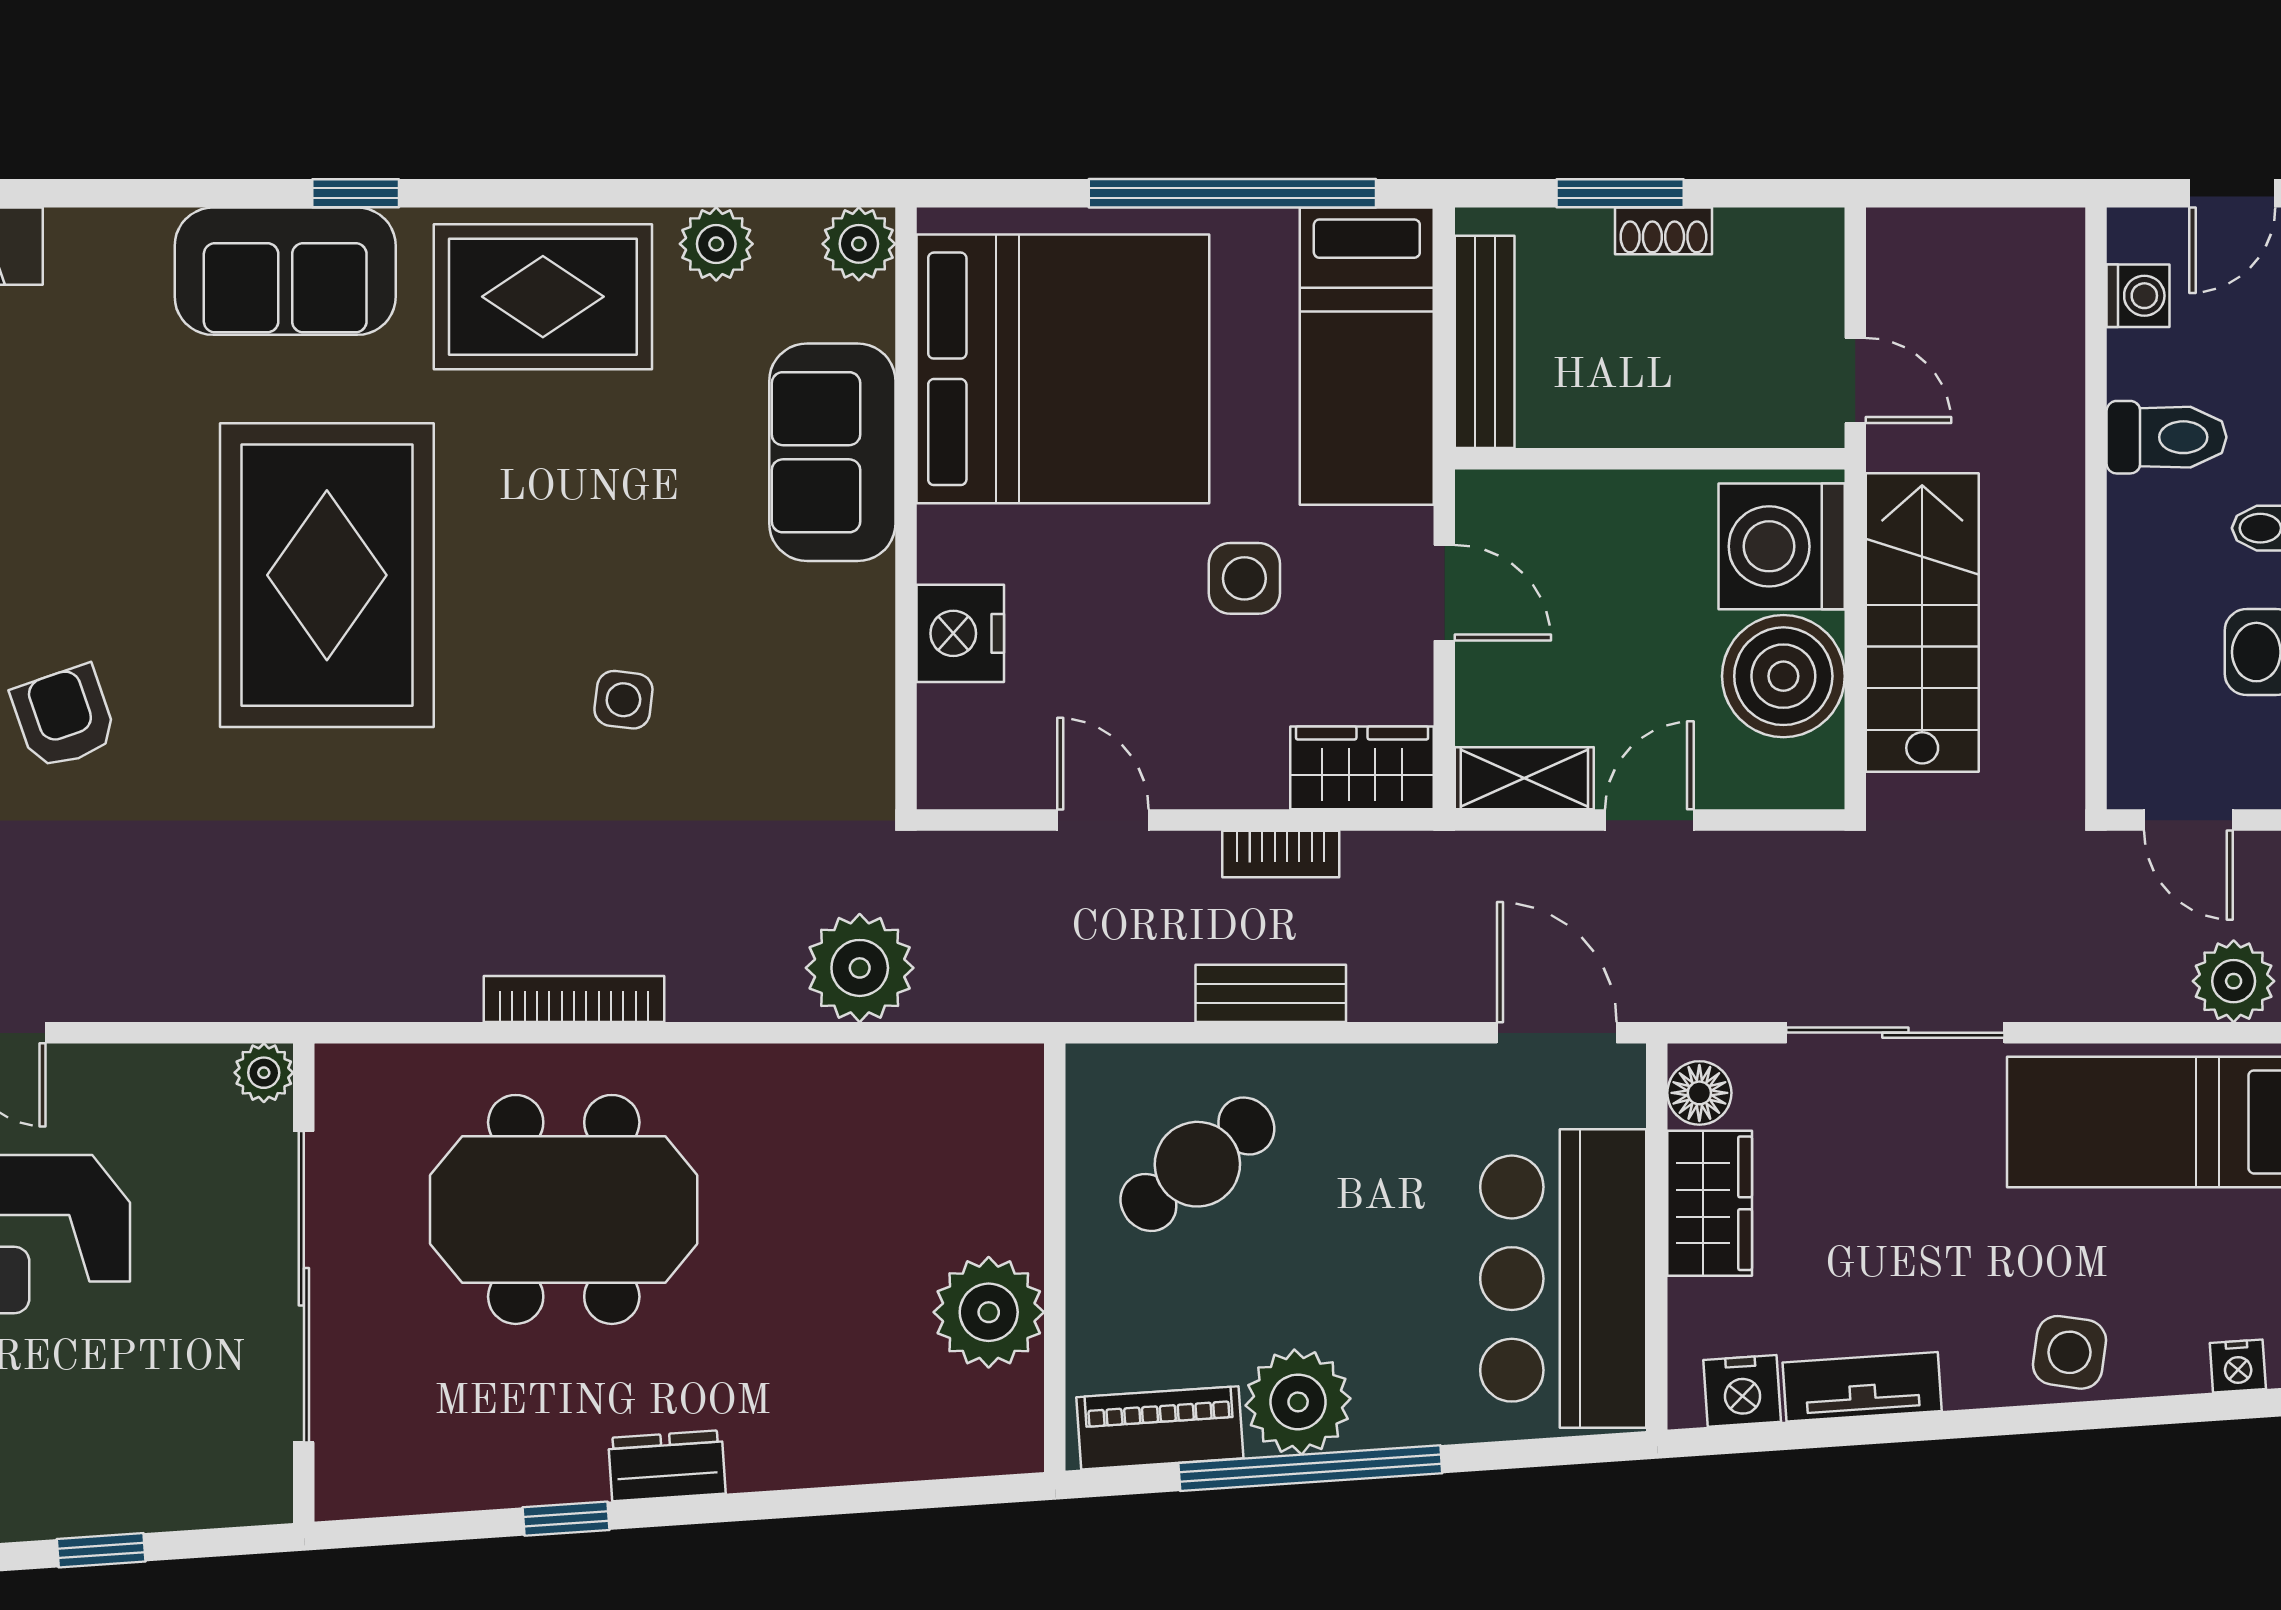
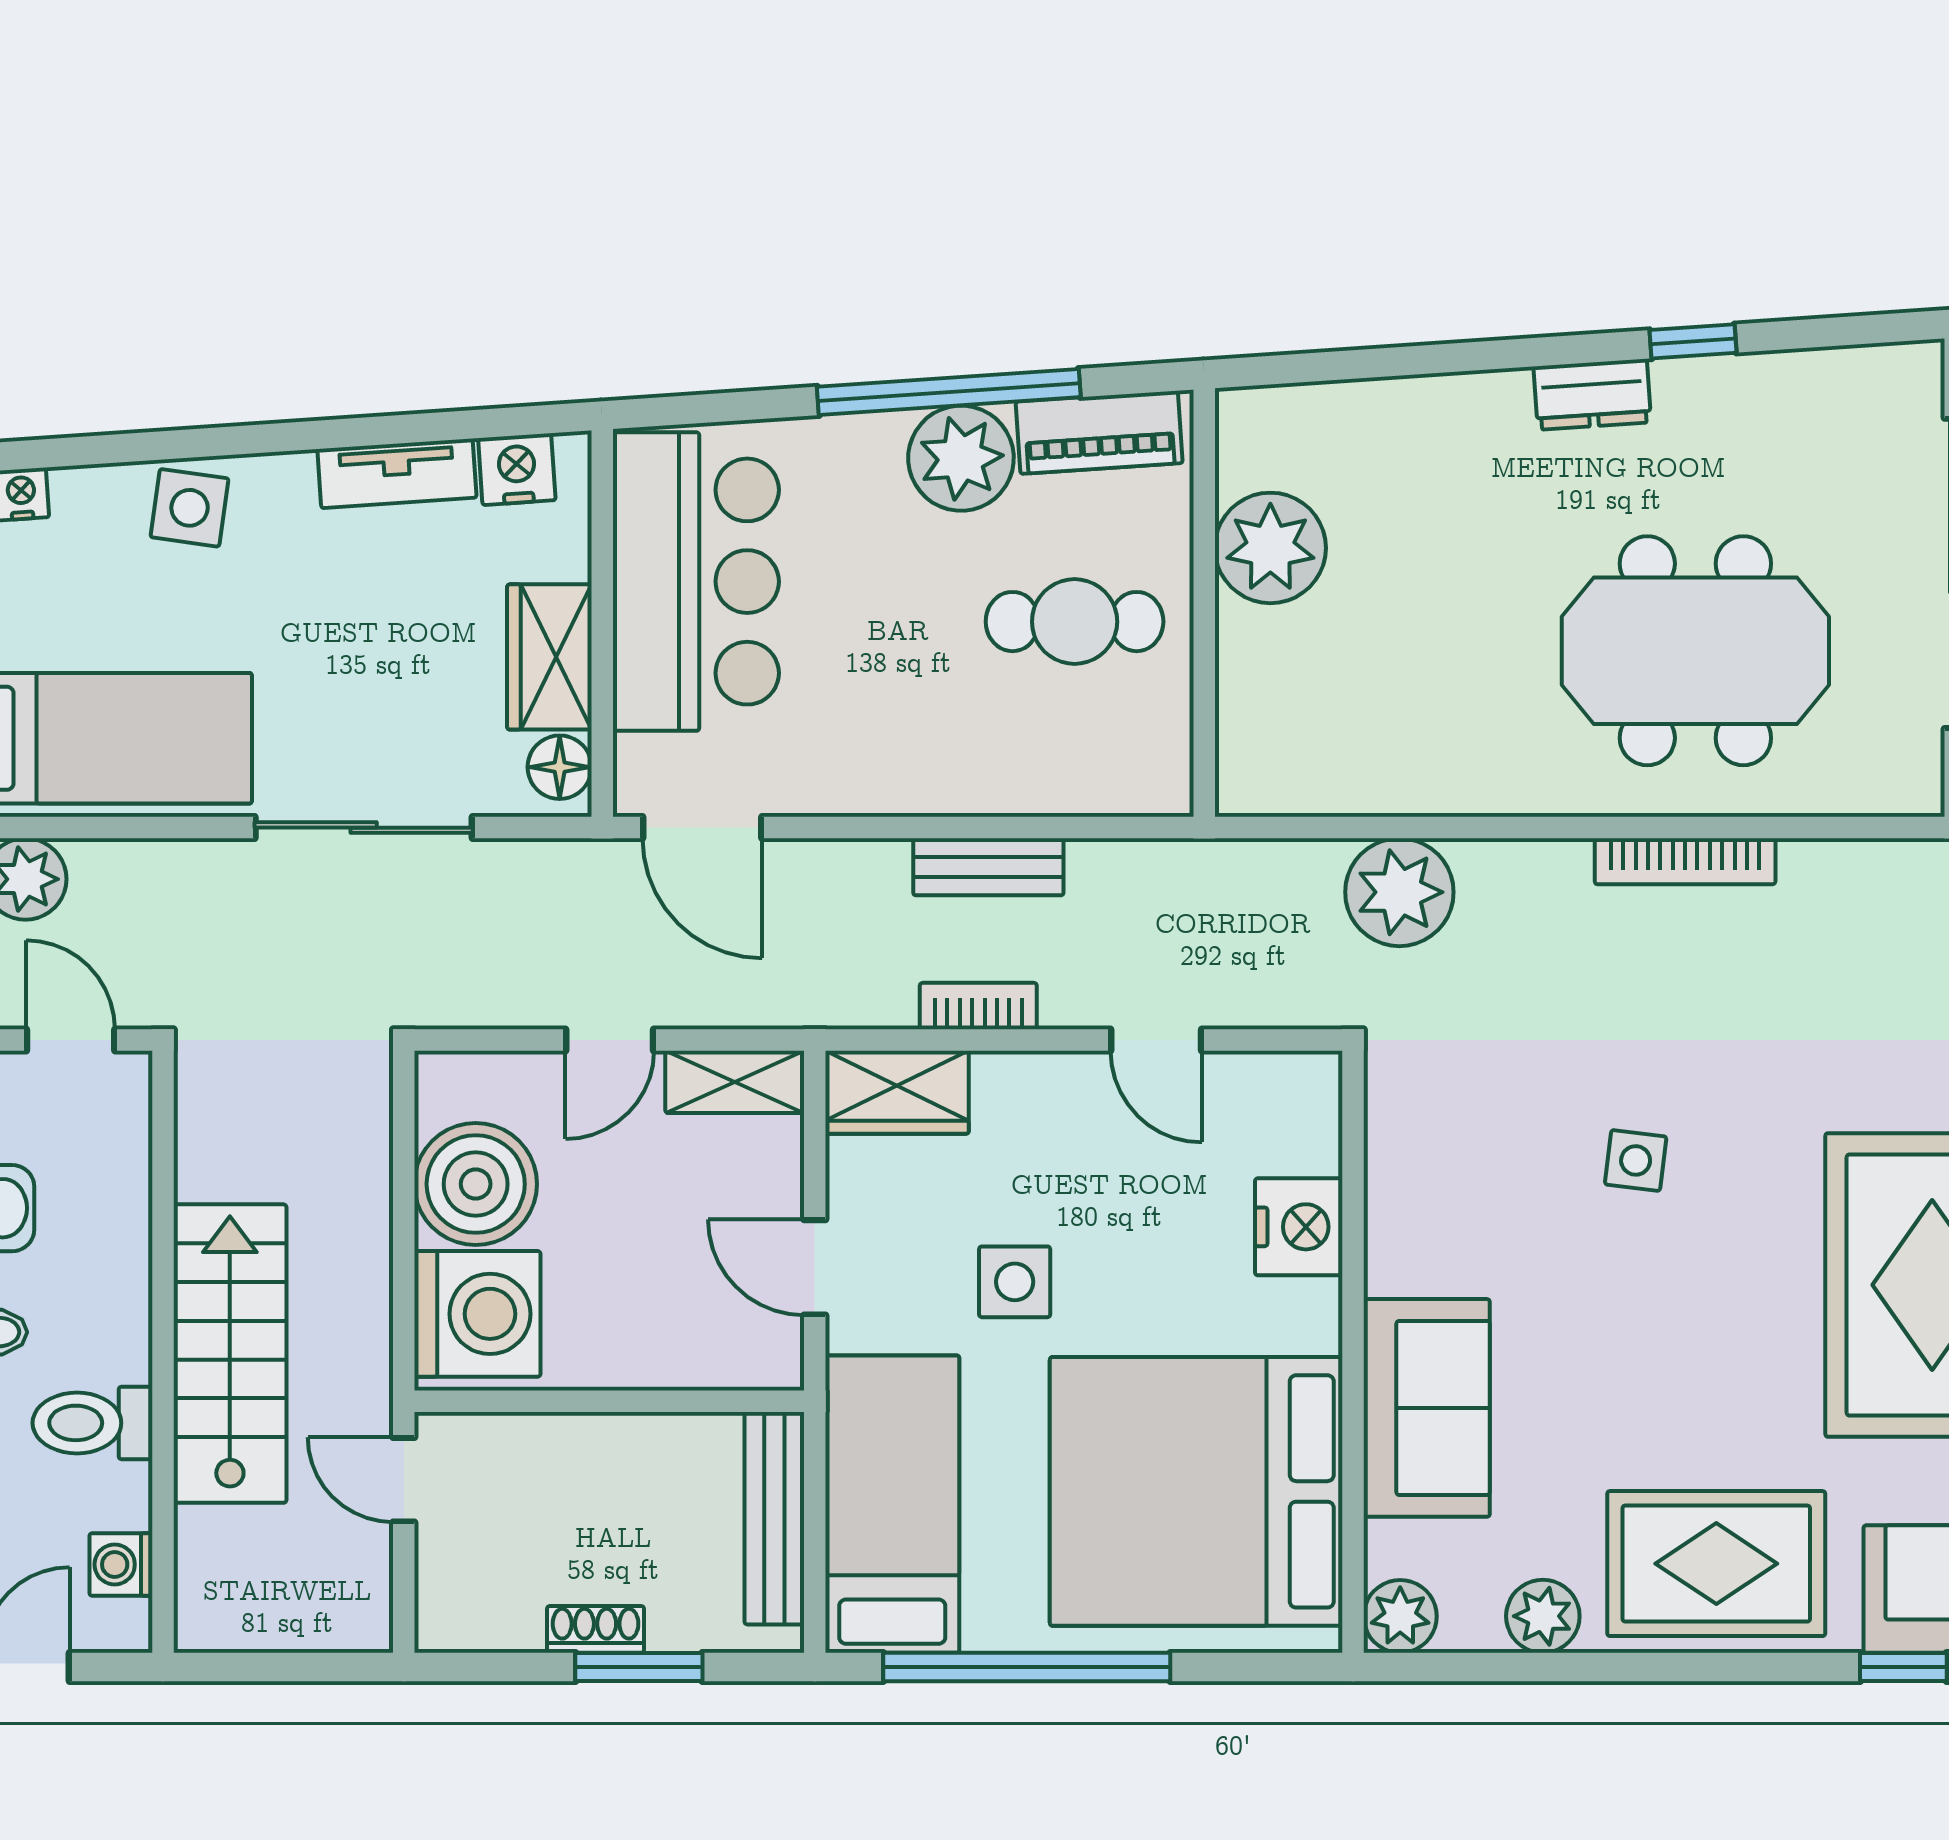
stairs: (1922, 622) -> (230, 1354), moved, turned 180
cafe table: (1197, 1164) -> (1075, 622), moved, turned 38

